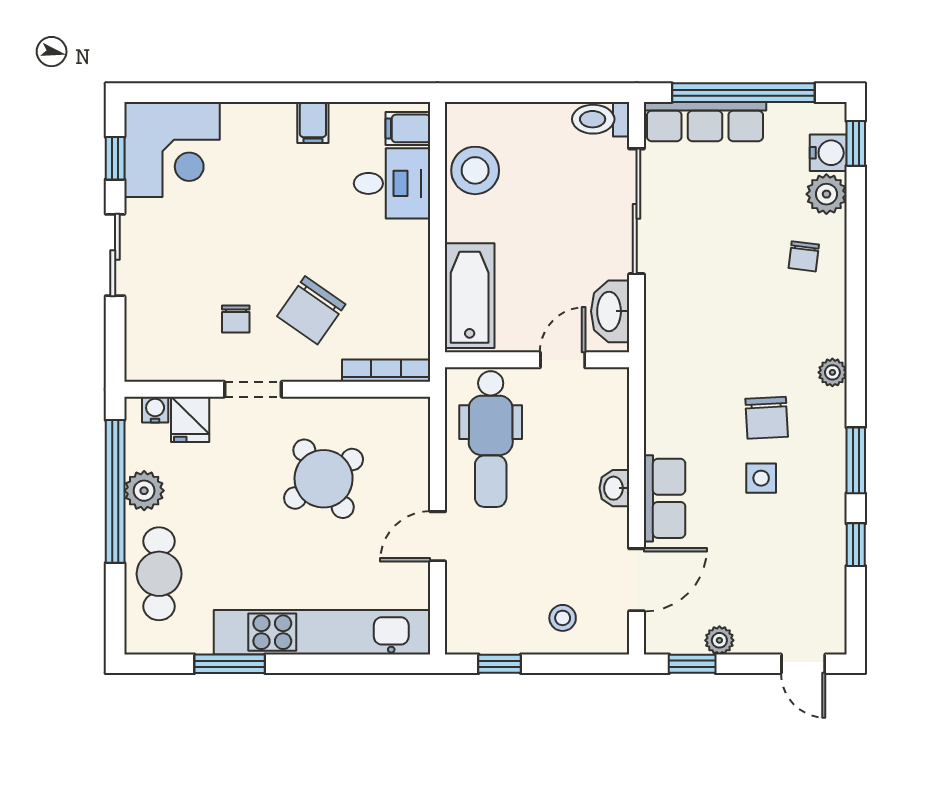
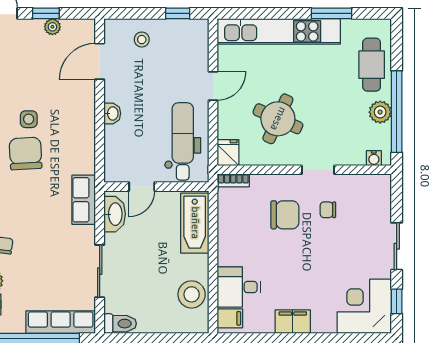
filing cabinet: (313, 123) -> (293, 322), width x2.00
sliding door: (637, 211) -> (100, 271), width x0.73
chair: (311, 310) -> (285, 215), turned 55
chair: (236, 319) -> (328, 210), turned -90
bookcase: (386, 371) -> (233, 180), width x0.64
chair: (767, 418) -> (26, 154), width x1.37, depth x1.37
fridge: (190, 419) -> (228, 153), moved
round table: (324, 479) -> (278, 119), turned -32
row of seats: (665, 498) -> (84, 200), moved
window: (692, 664) -> (46, 13), moved

